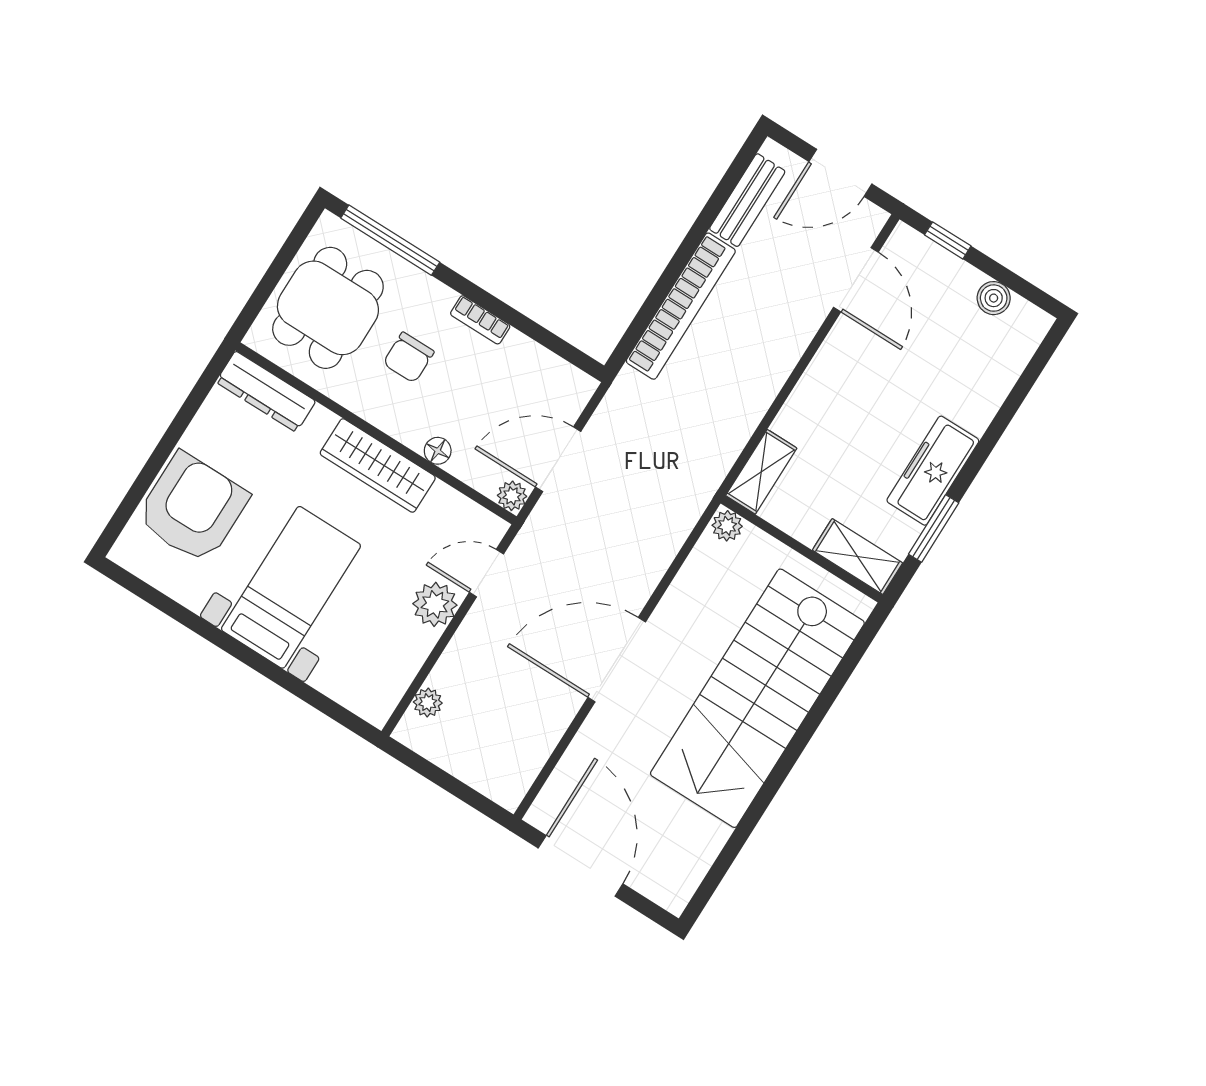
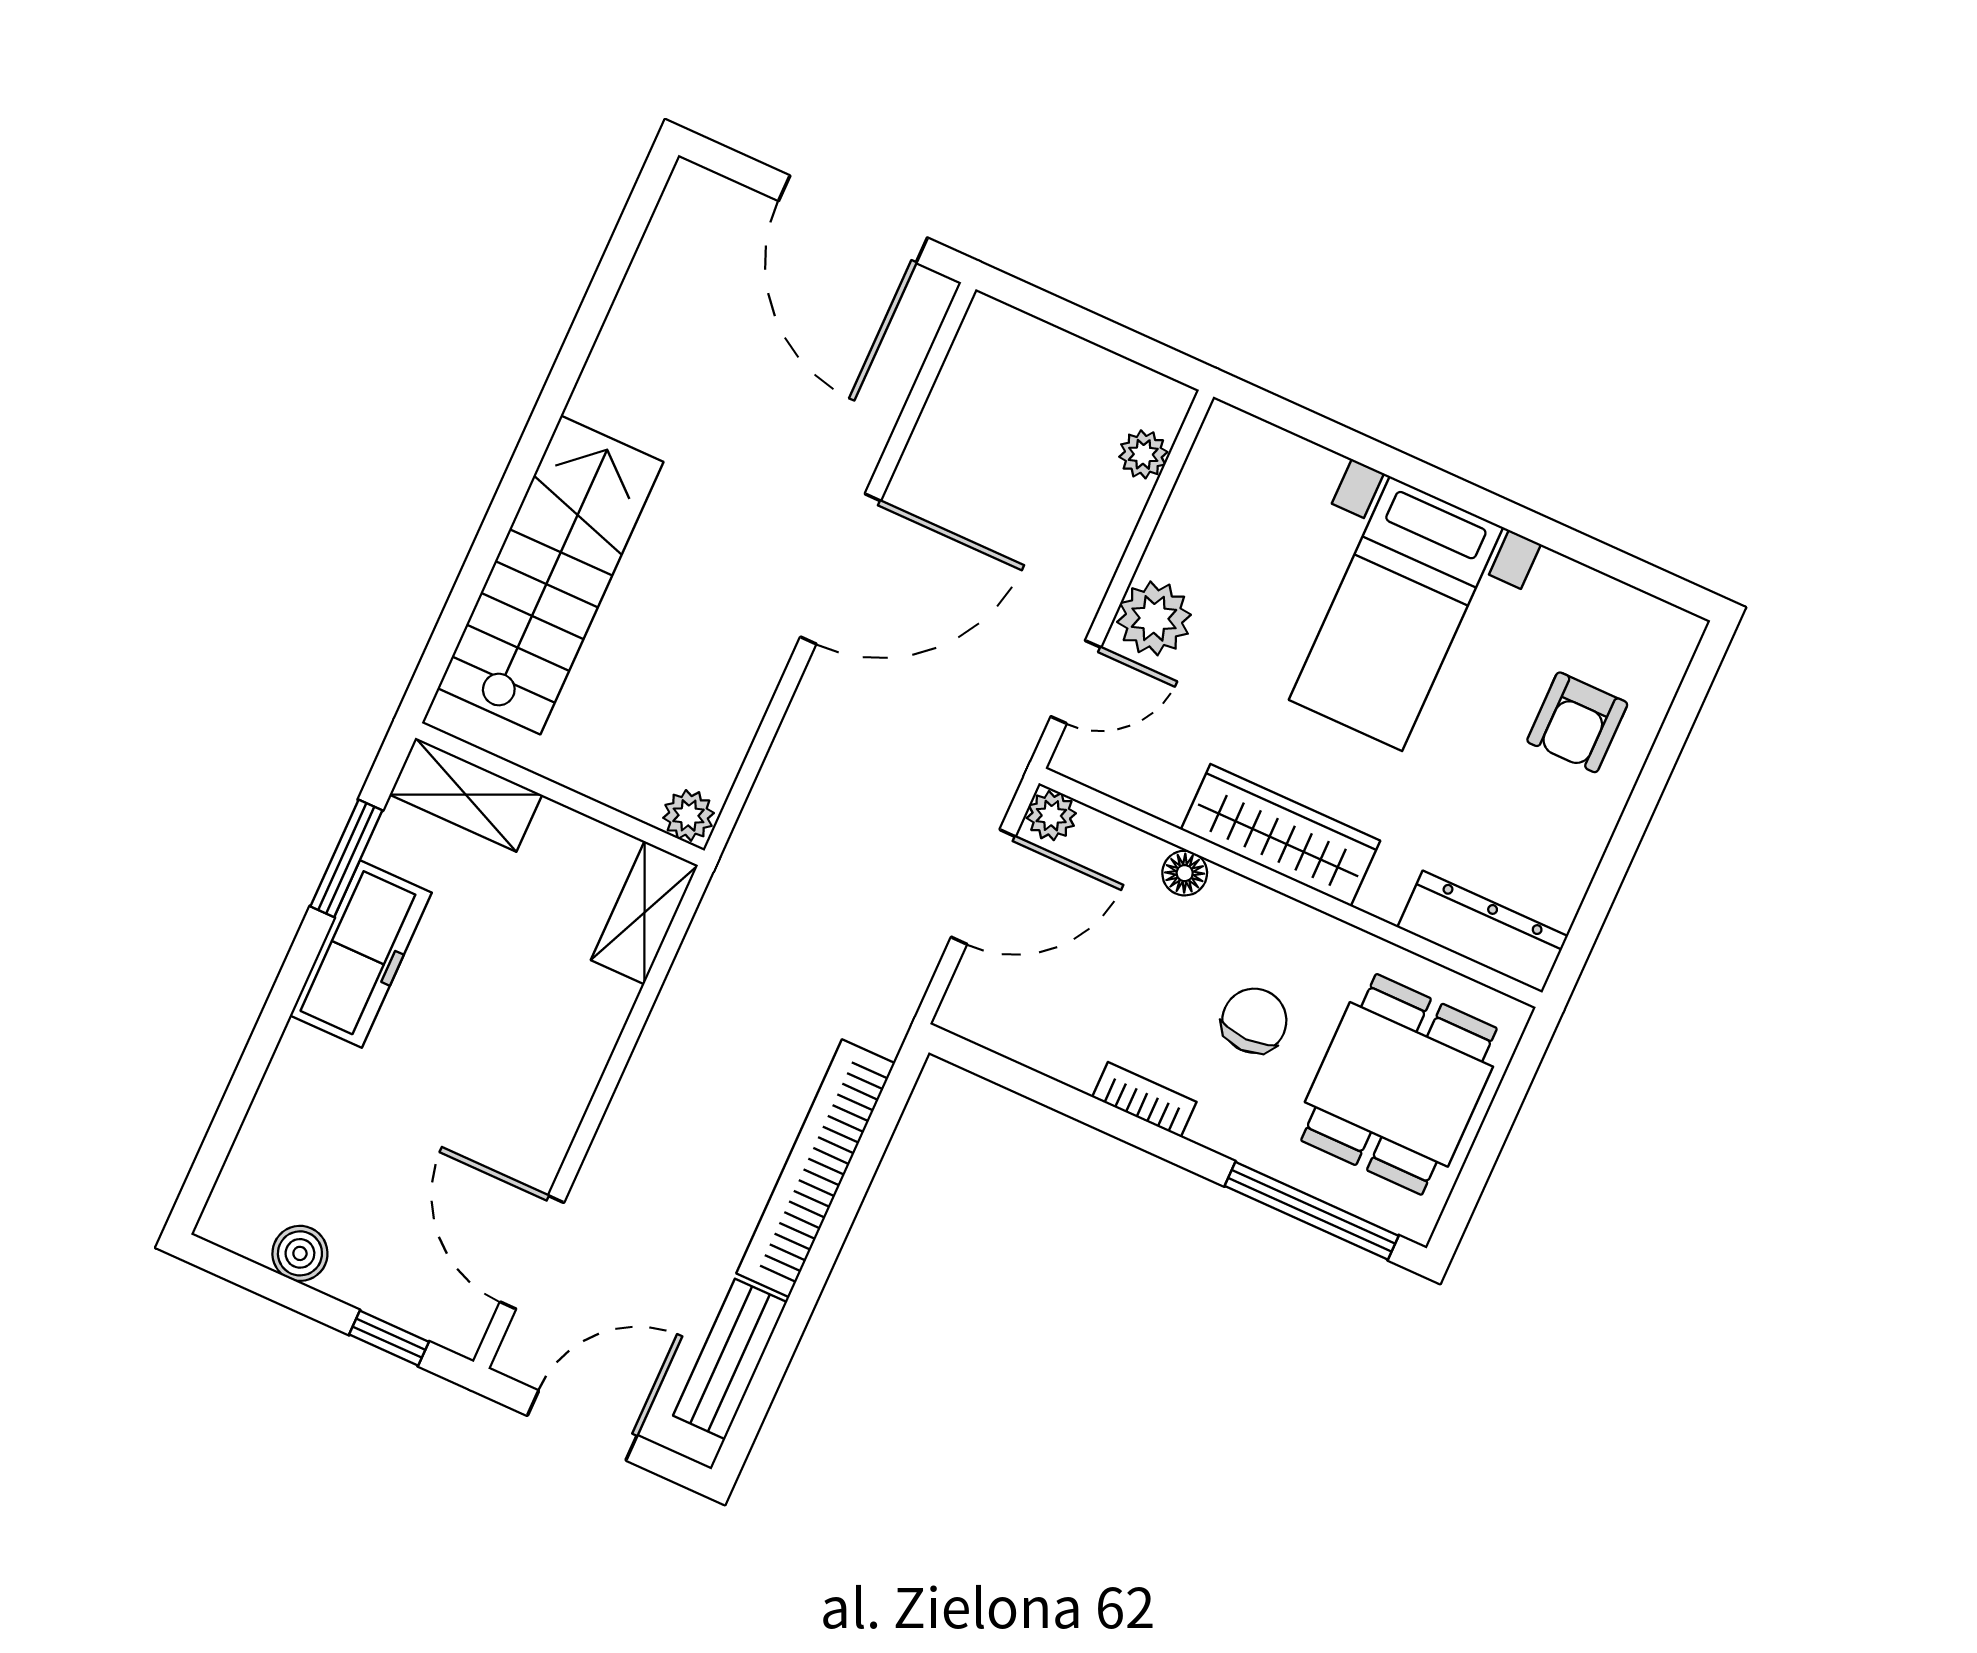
armchair: (192, 508) -> (1577, 722), width x0.53, depth x0.53
stairs: (757, 698) -> (550, 575), width x0.73, depth x0.66

